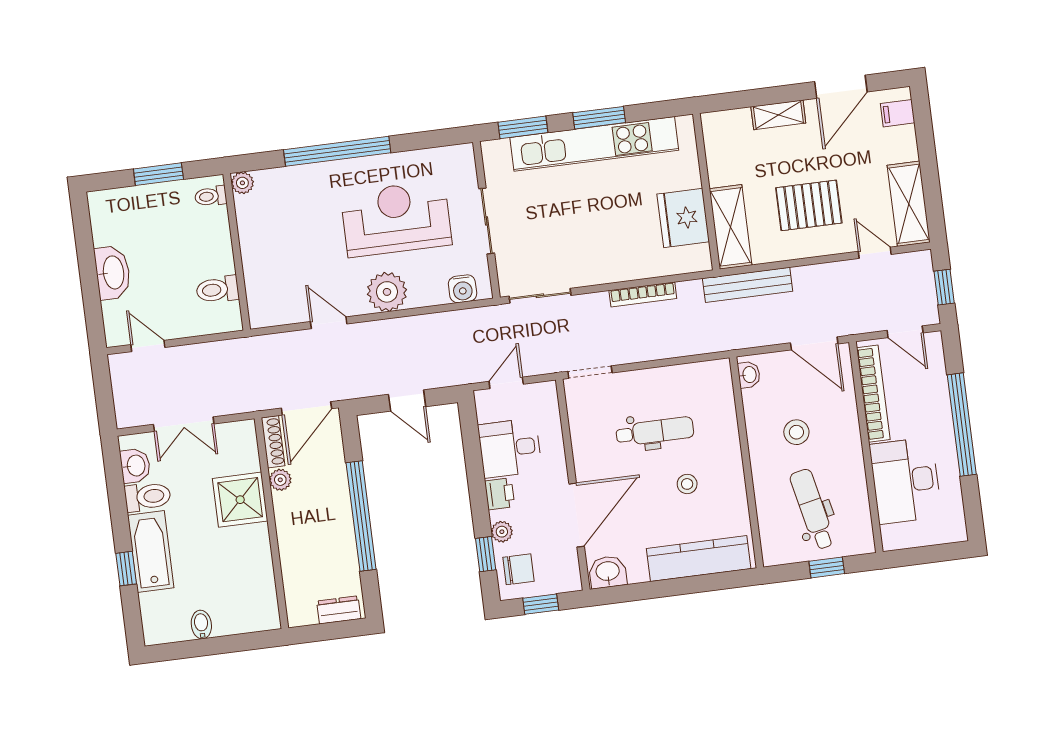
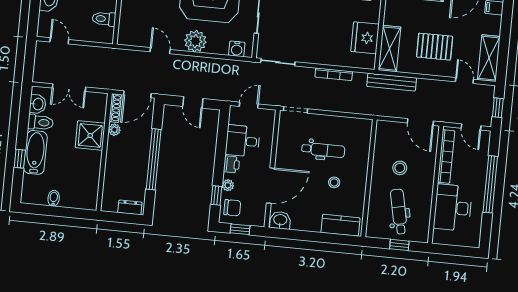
washbasin: (749, 375) -> (381, 131), removed
kitchen counter: (699, 559) -> (340, 225), width x0.67

